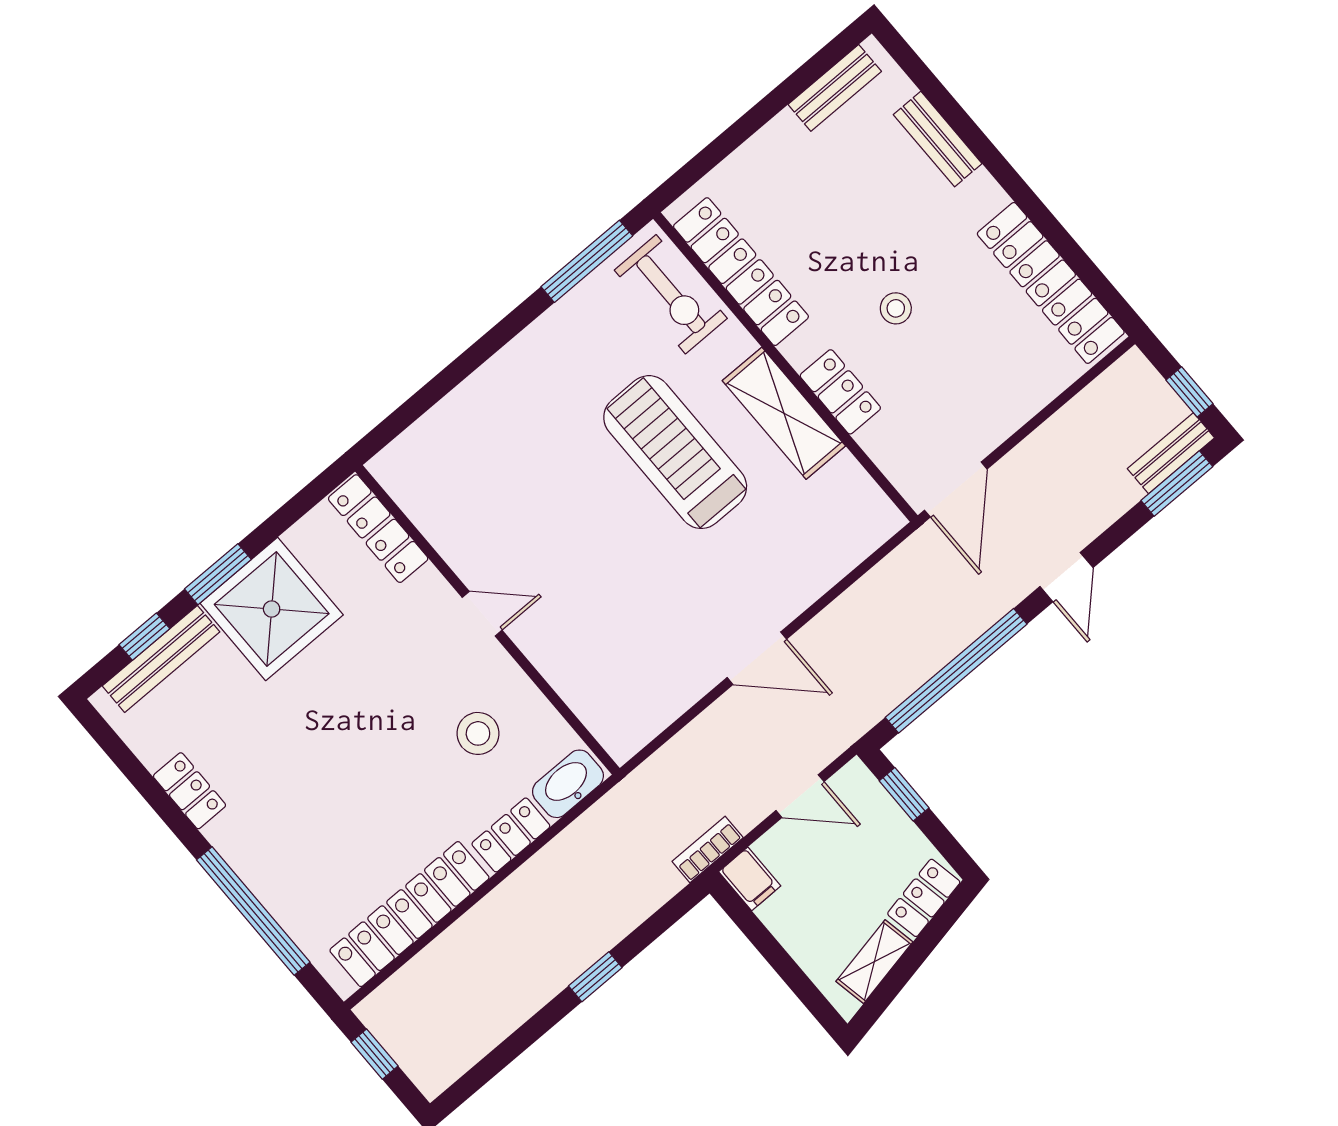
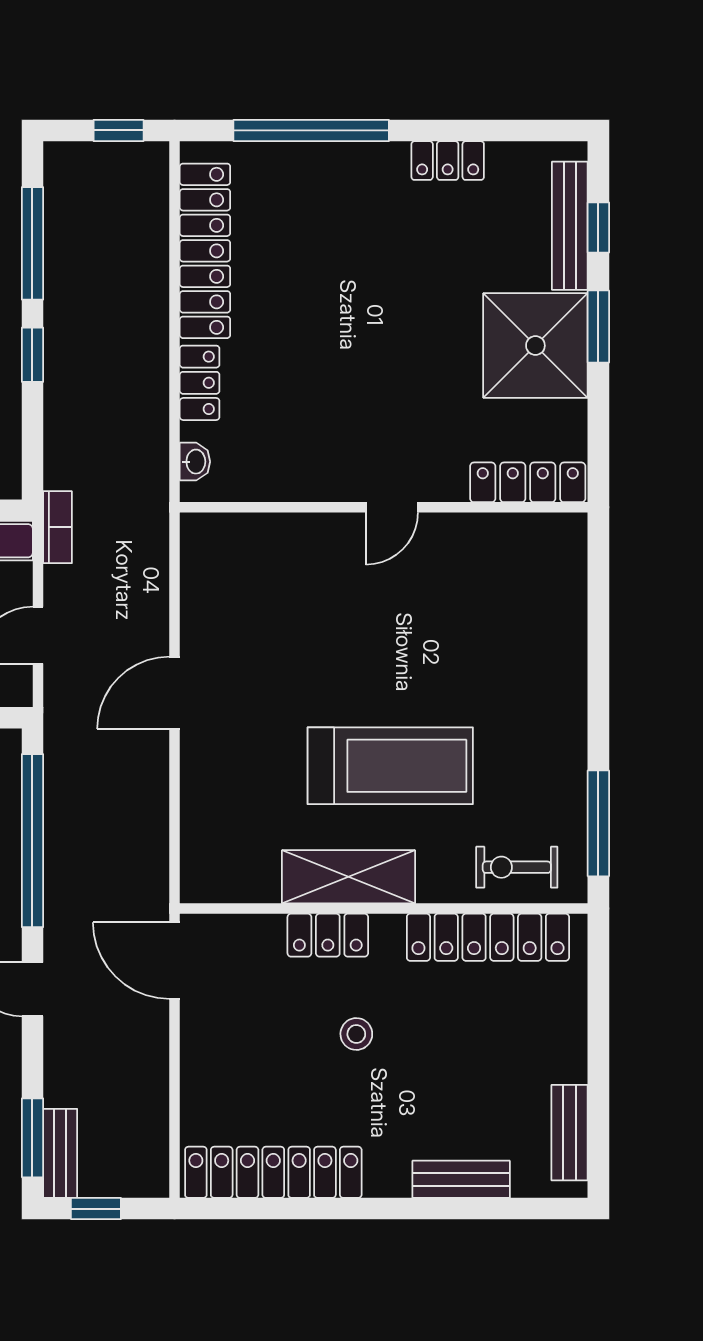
exercise bike: (671, 294) -> (517, 867), width x0.73, depth x0.72
stool: (478, 733) -> (301, 424), removed
washbasin: (568, 784) -> (195, 462), width x0.52, depth x0.69
window: (513, 1047) -> (32, 243), added

